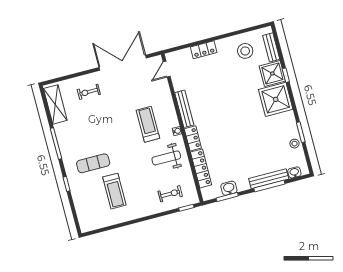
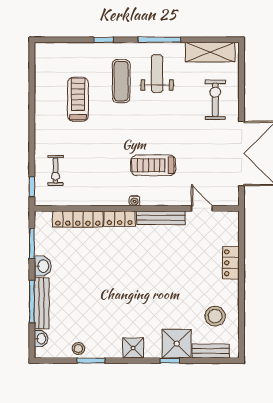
door: (167, 69) -> (202, 208), moved
exercise bike: (89, 92) -> (215, 100), width x1.38, depth x1.39
shower: (276, 99) -> (133, 348), width x0.54, depth x0.54
treadmill: (148, 124) -> (153, 165), turned 180
weight bench: (166, 158) -> (157, 74), moved
washbasin: (229, 188) -> (43, 266), moved
treadmill: (114, 191) -> (78, 99), turned 90

